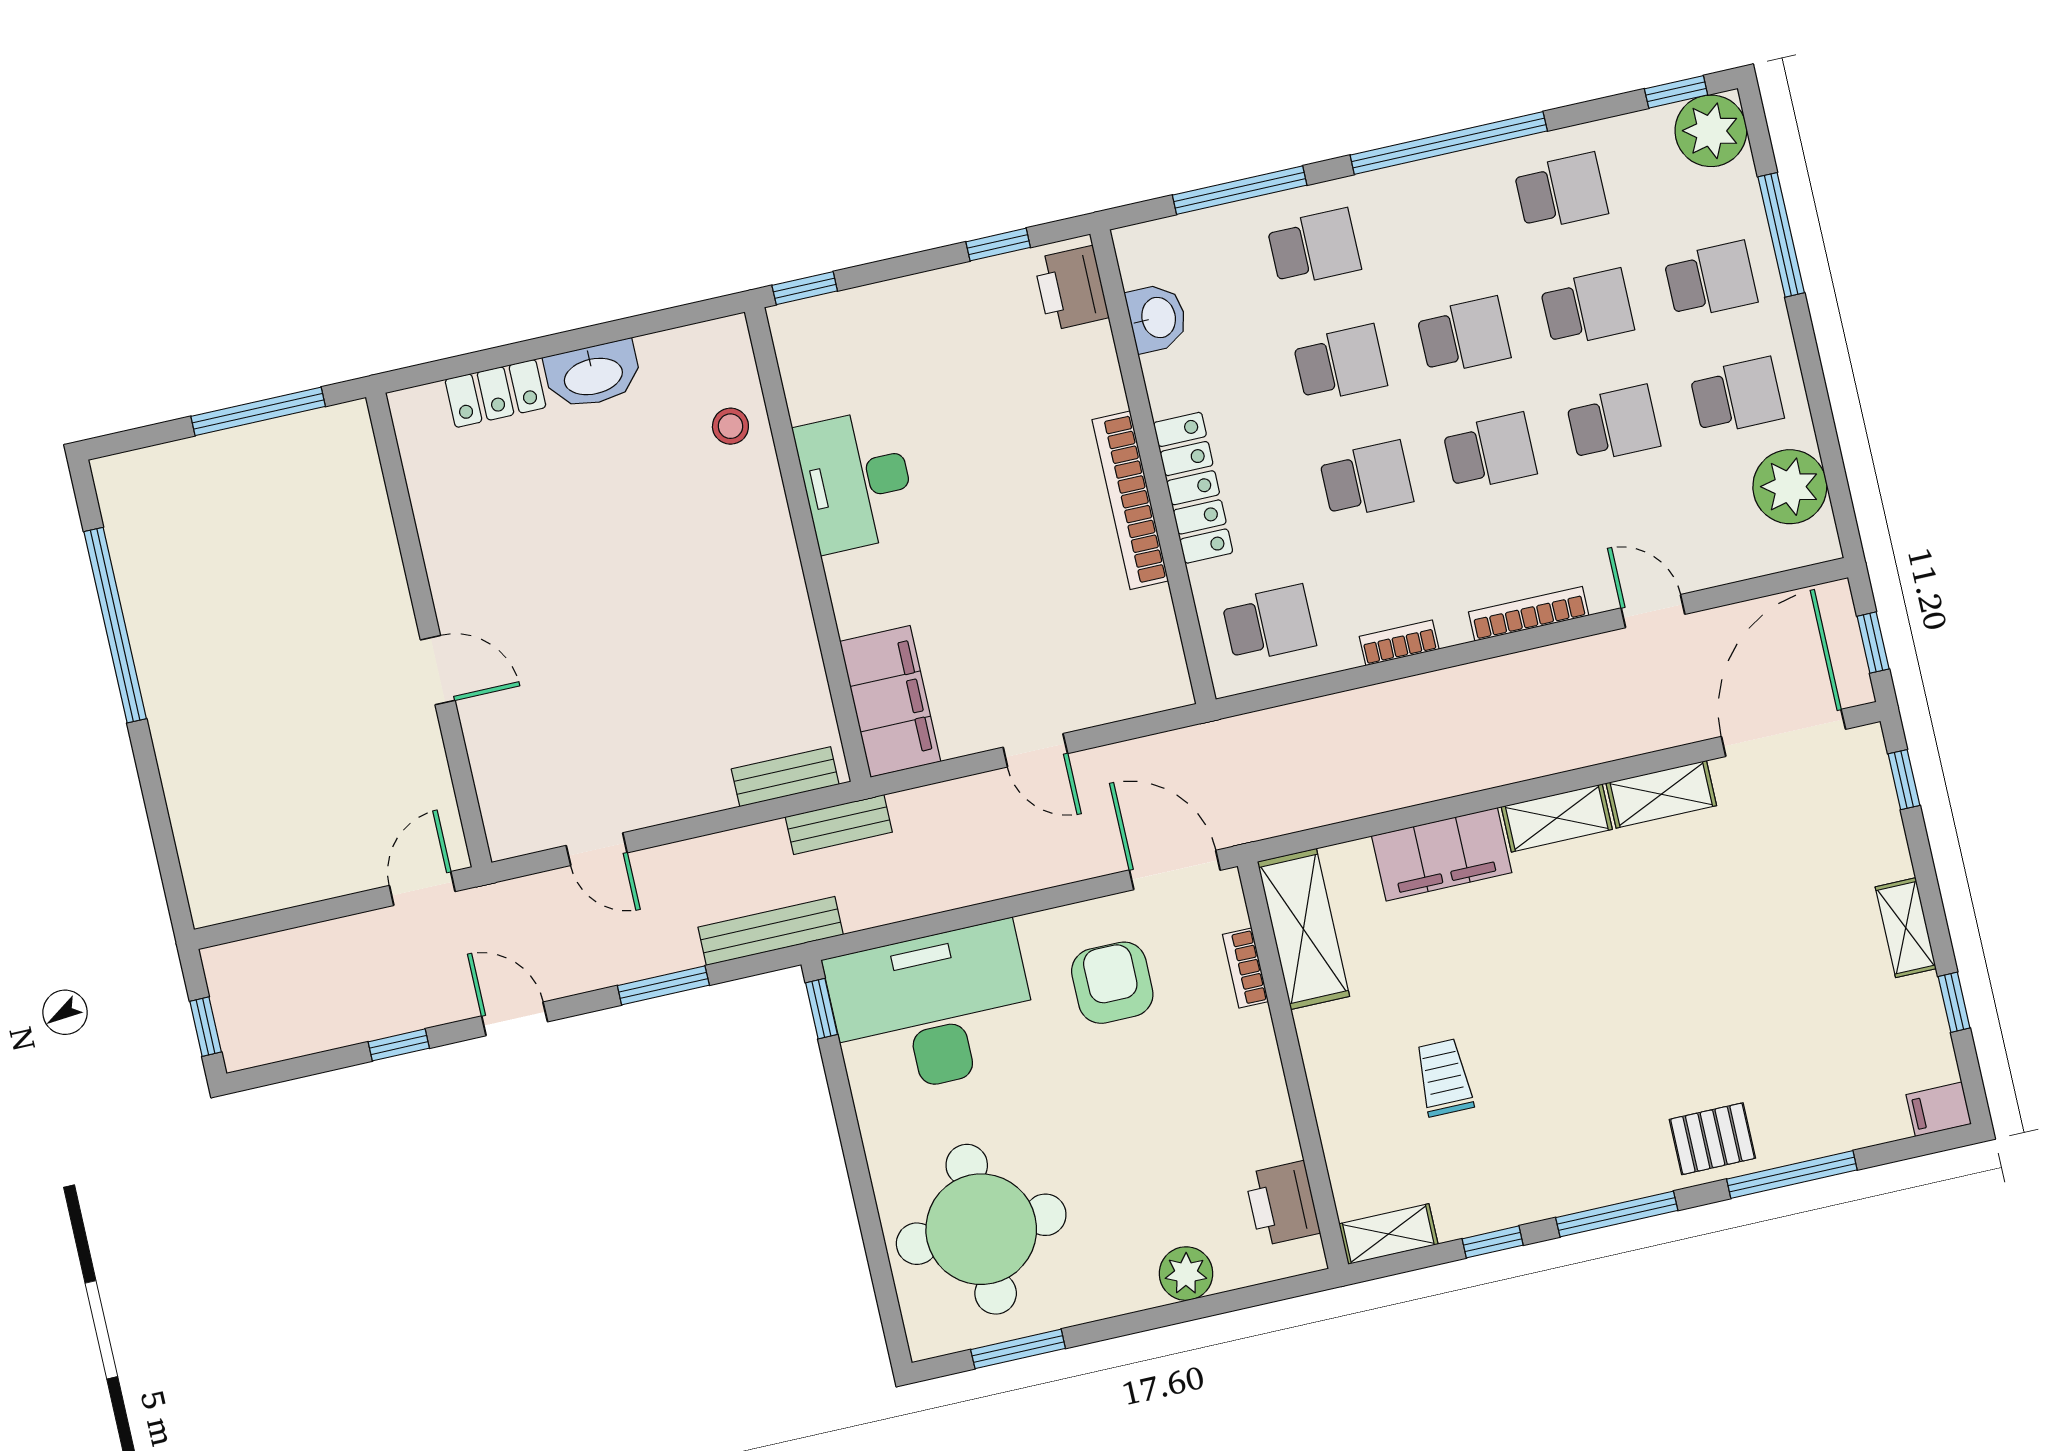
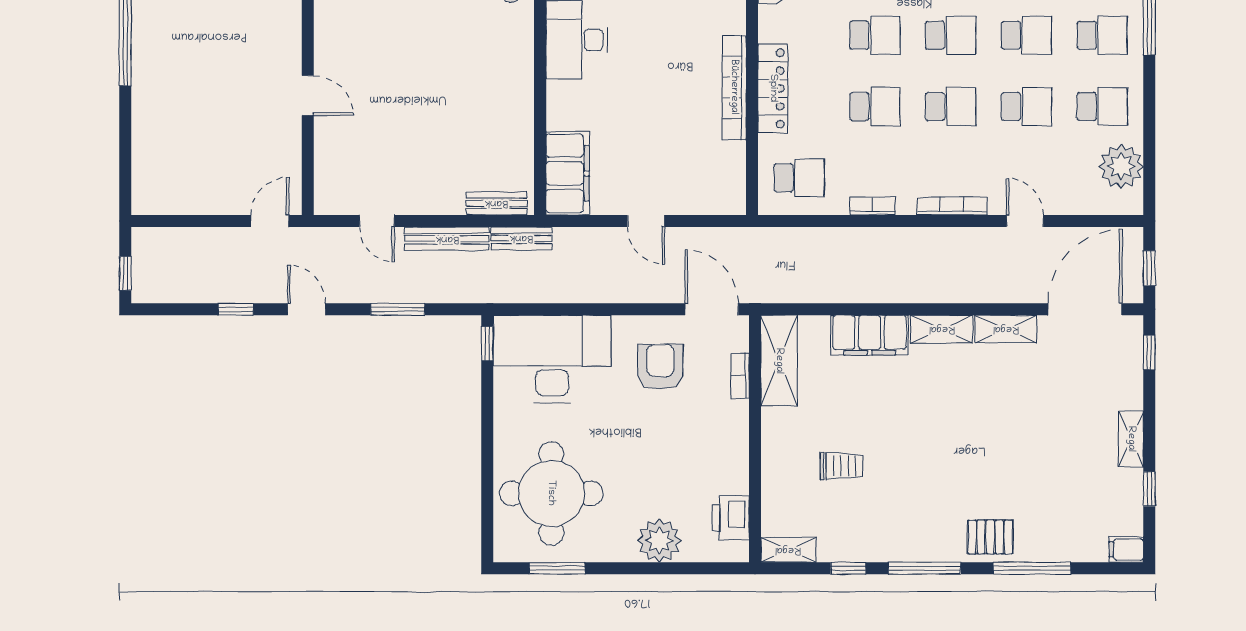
bench: (771, 931) -> (447, 239), moved
trolley: (1444, 1078) -> (842, 466), turned 90
plant: (1186, 1274) -> (659, 540), width x1.36, depth x1.36

